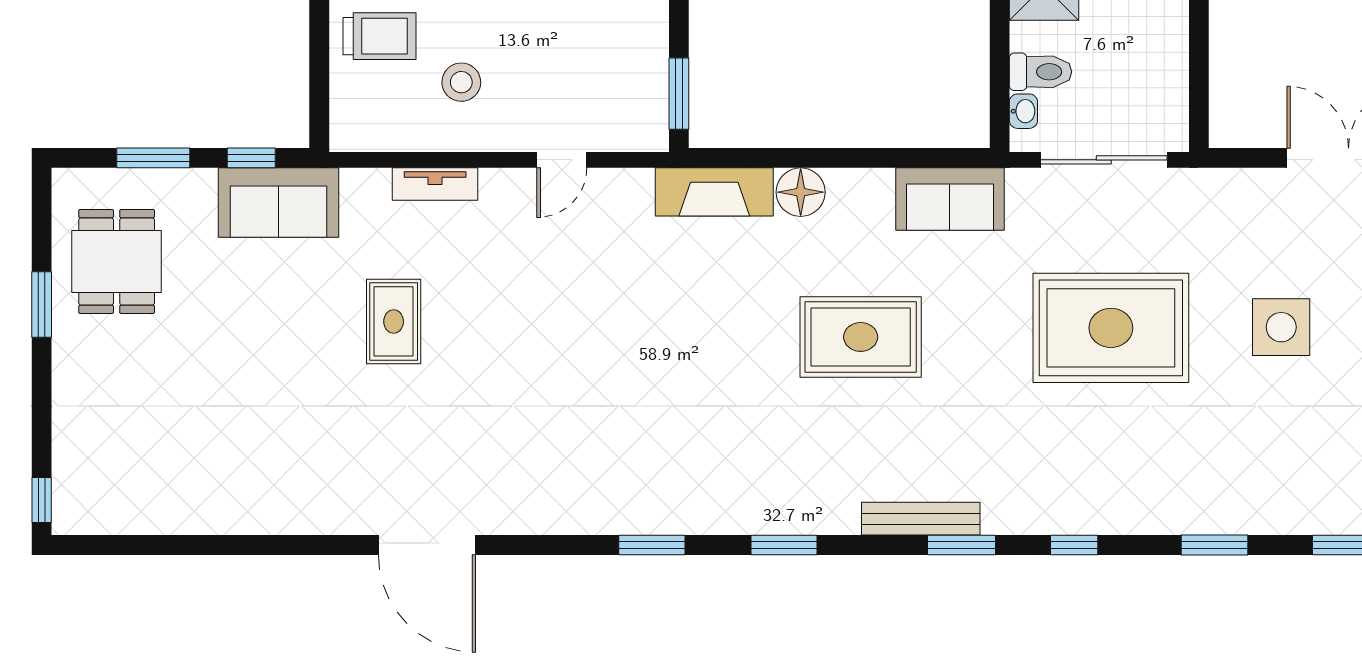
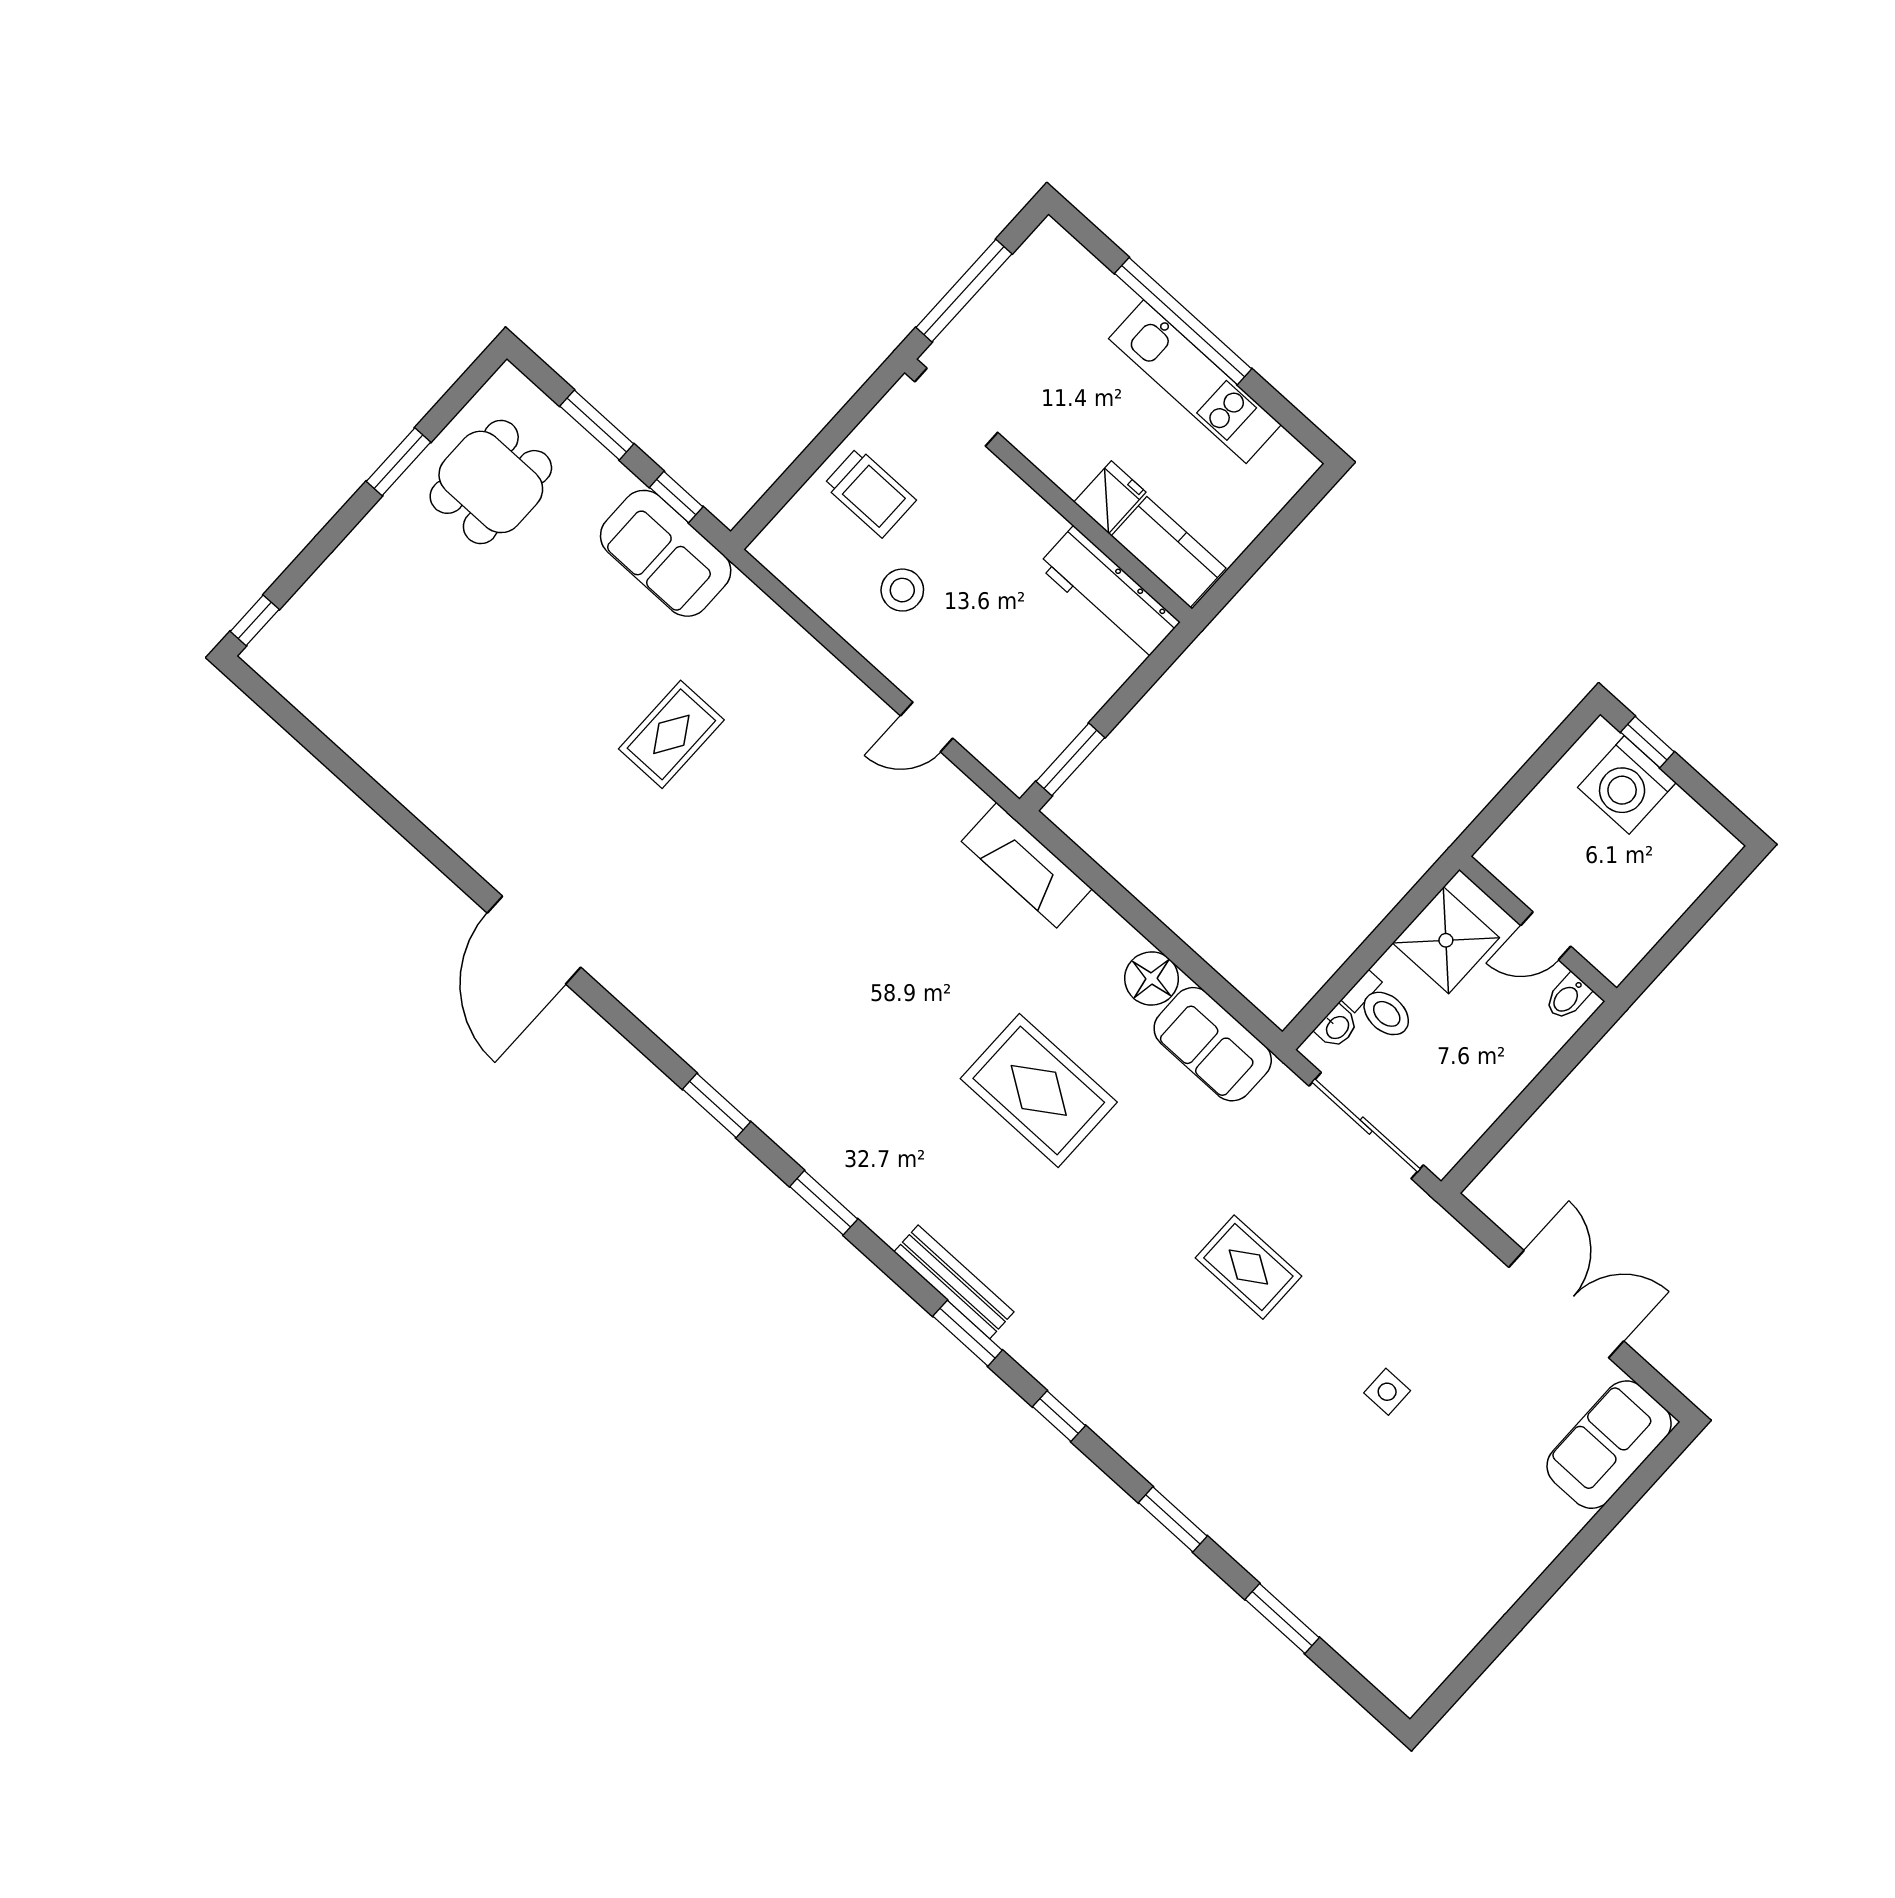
tv unit: (435, 184) -> (806, 653), removed
floor lamp: (801, 192) -> (1152, 979), moved
side table: (1281, 327) -> (1387, 1392), width x0.54, depth x0.54
rug: (1111, 328) -> (1248, 1267), width x0.54, depth x0.49

